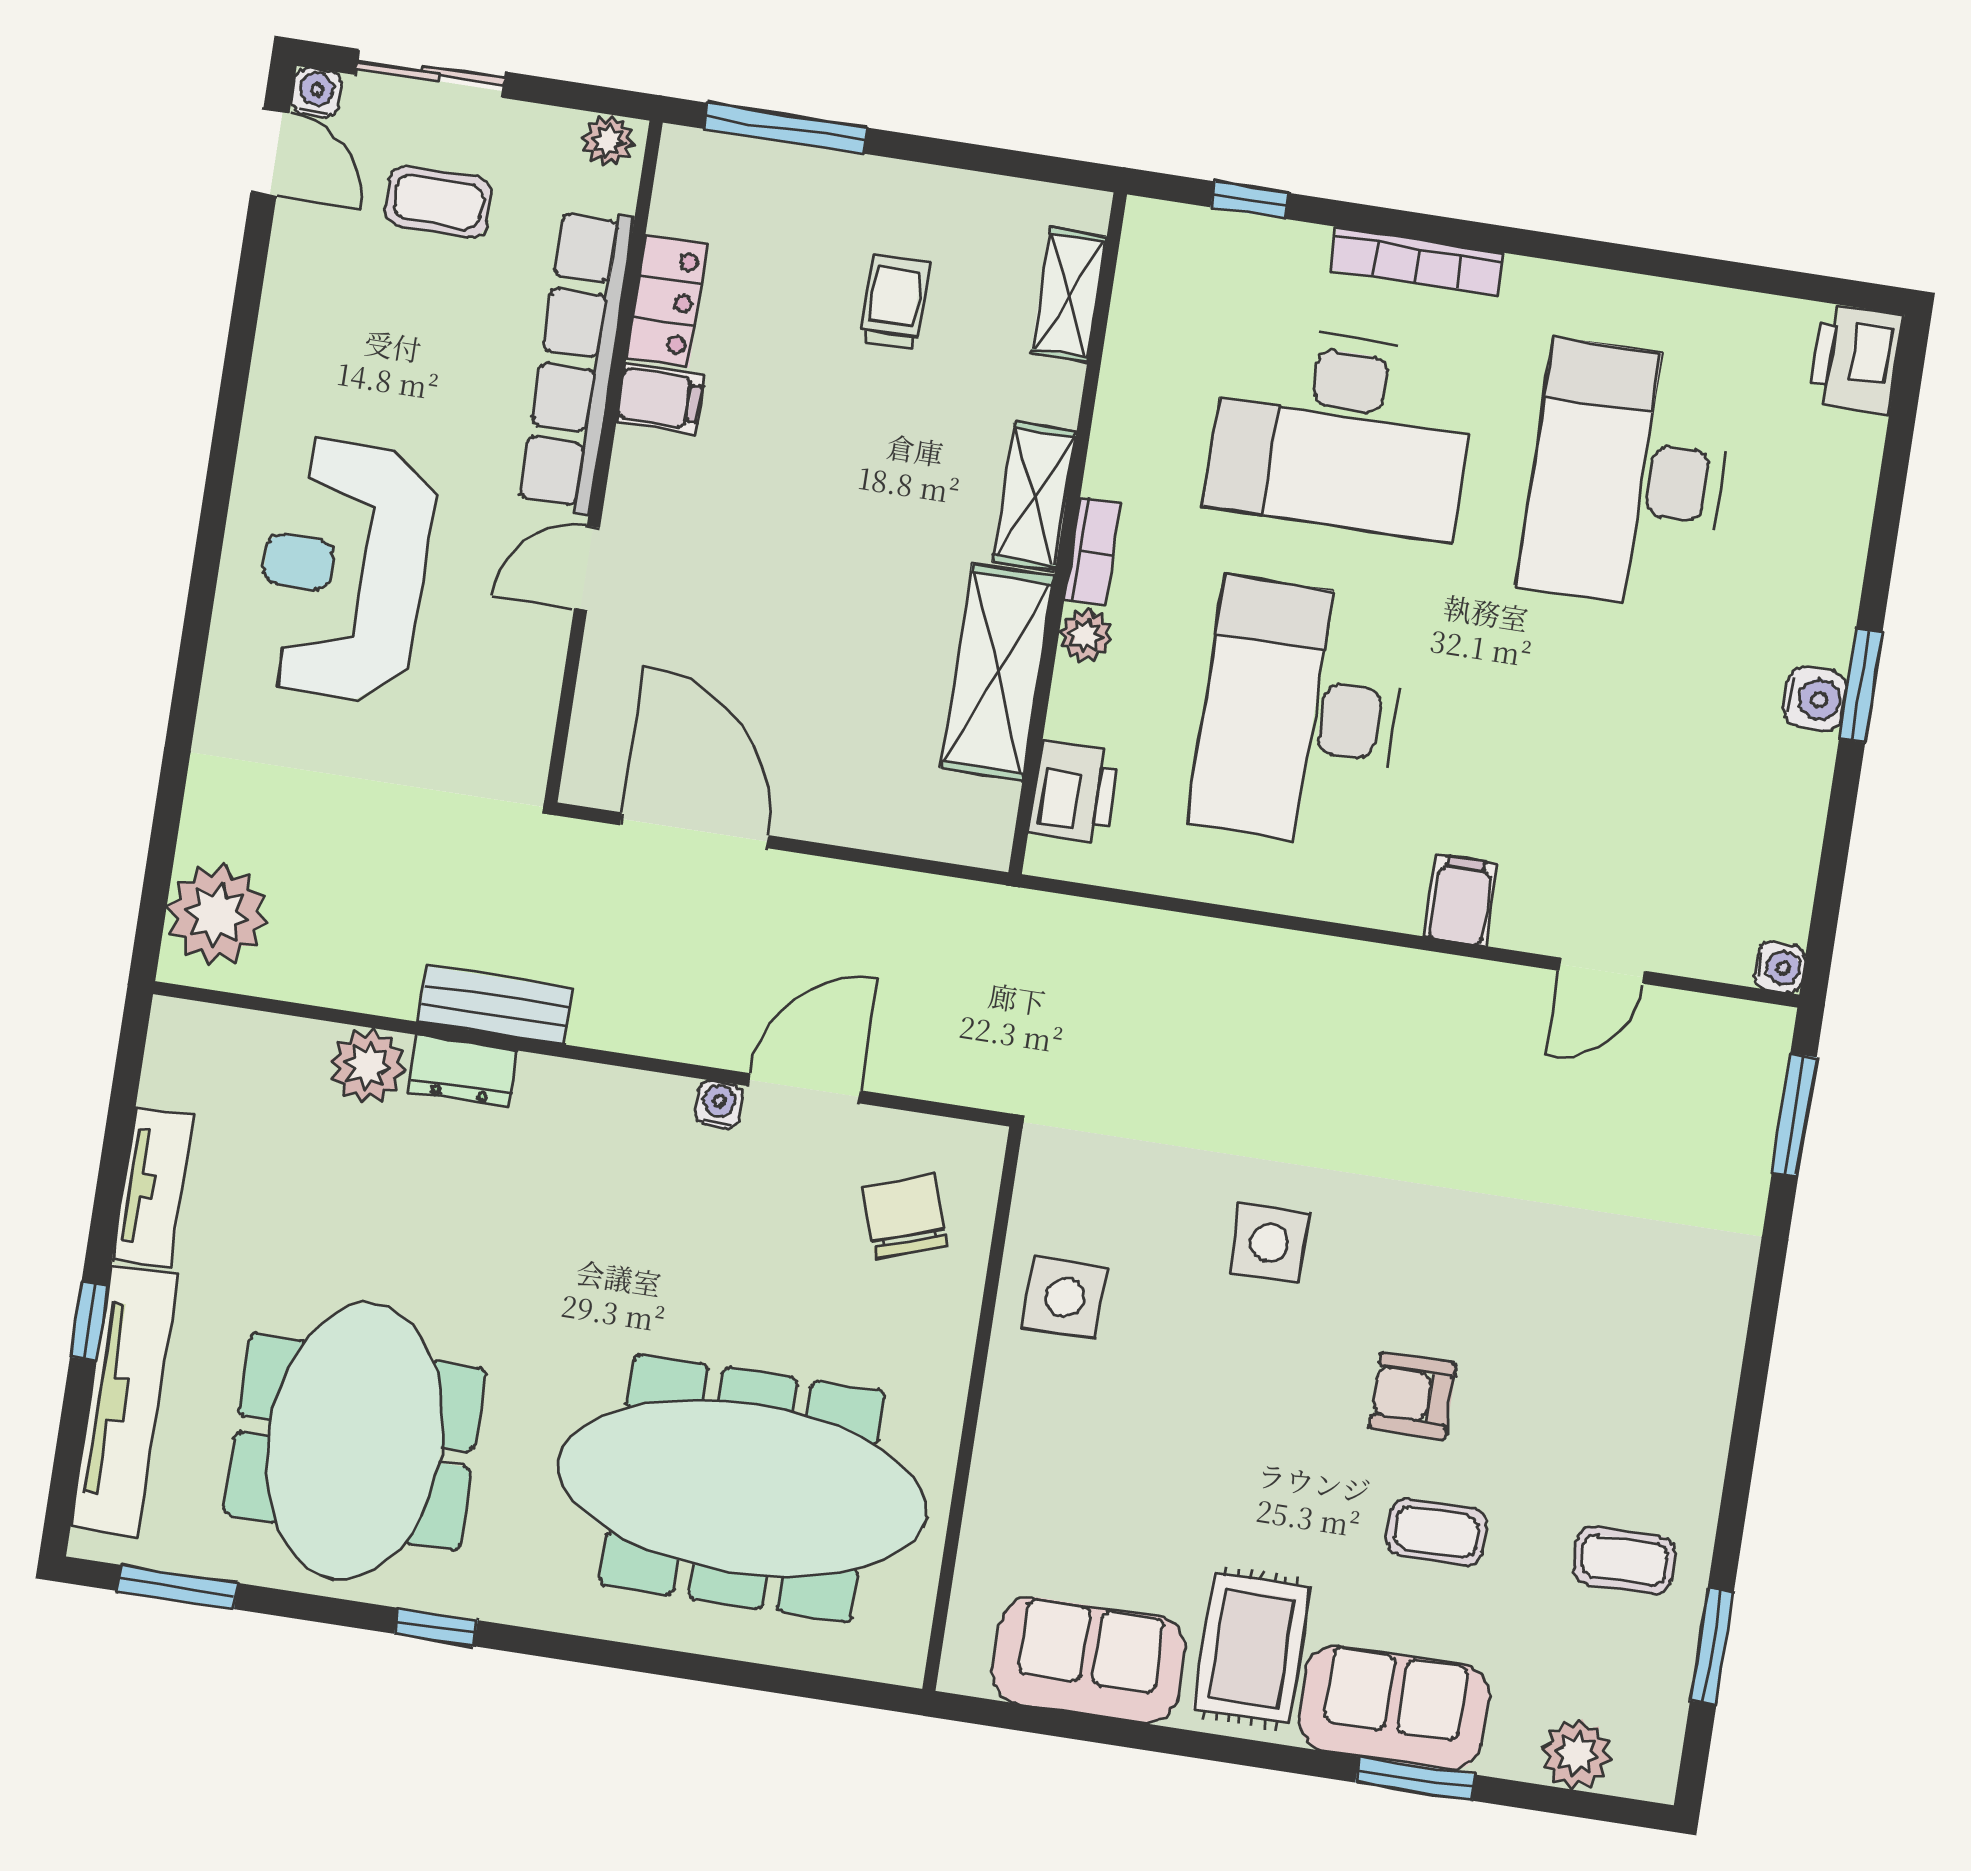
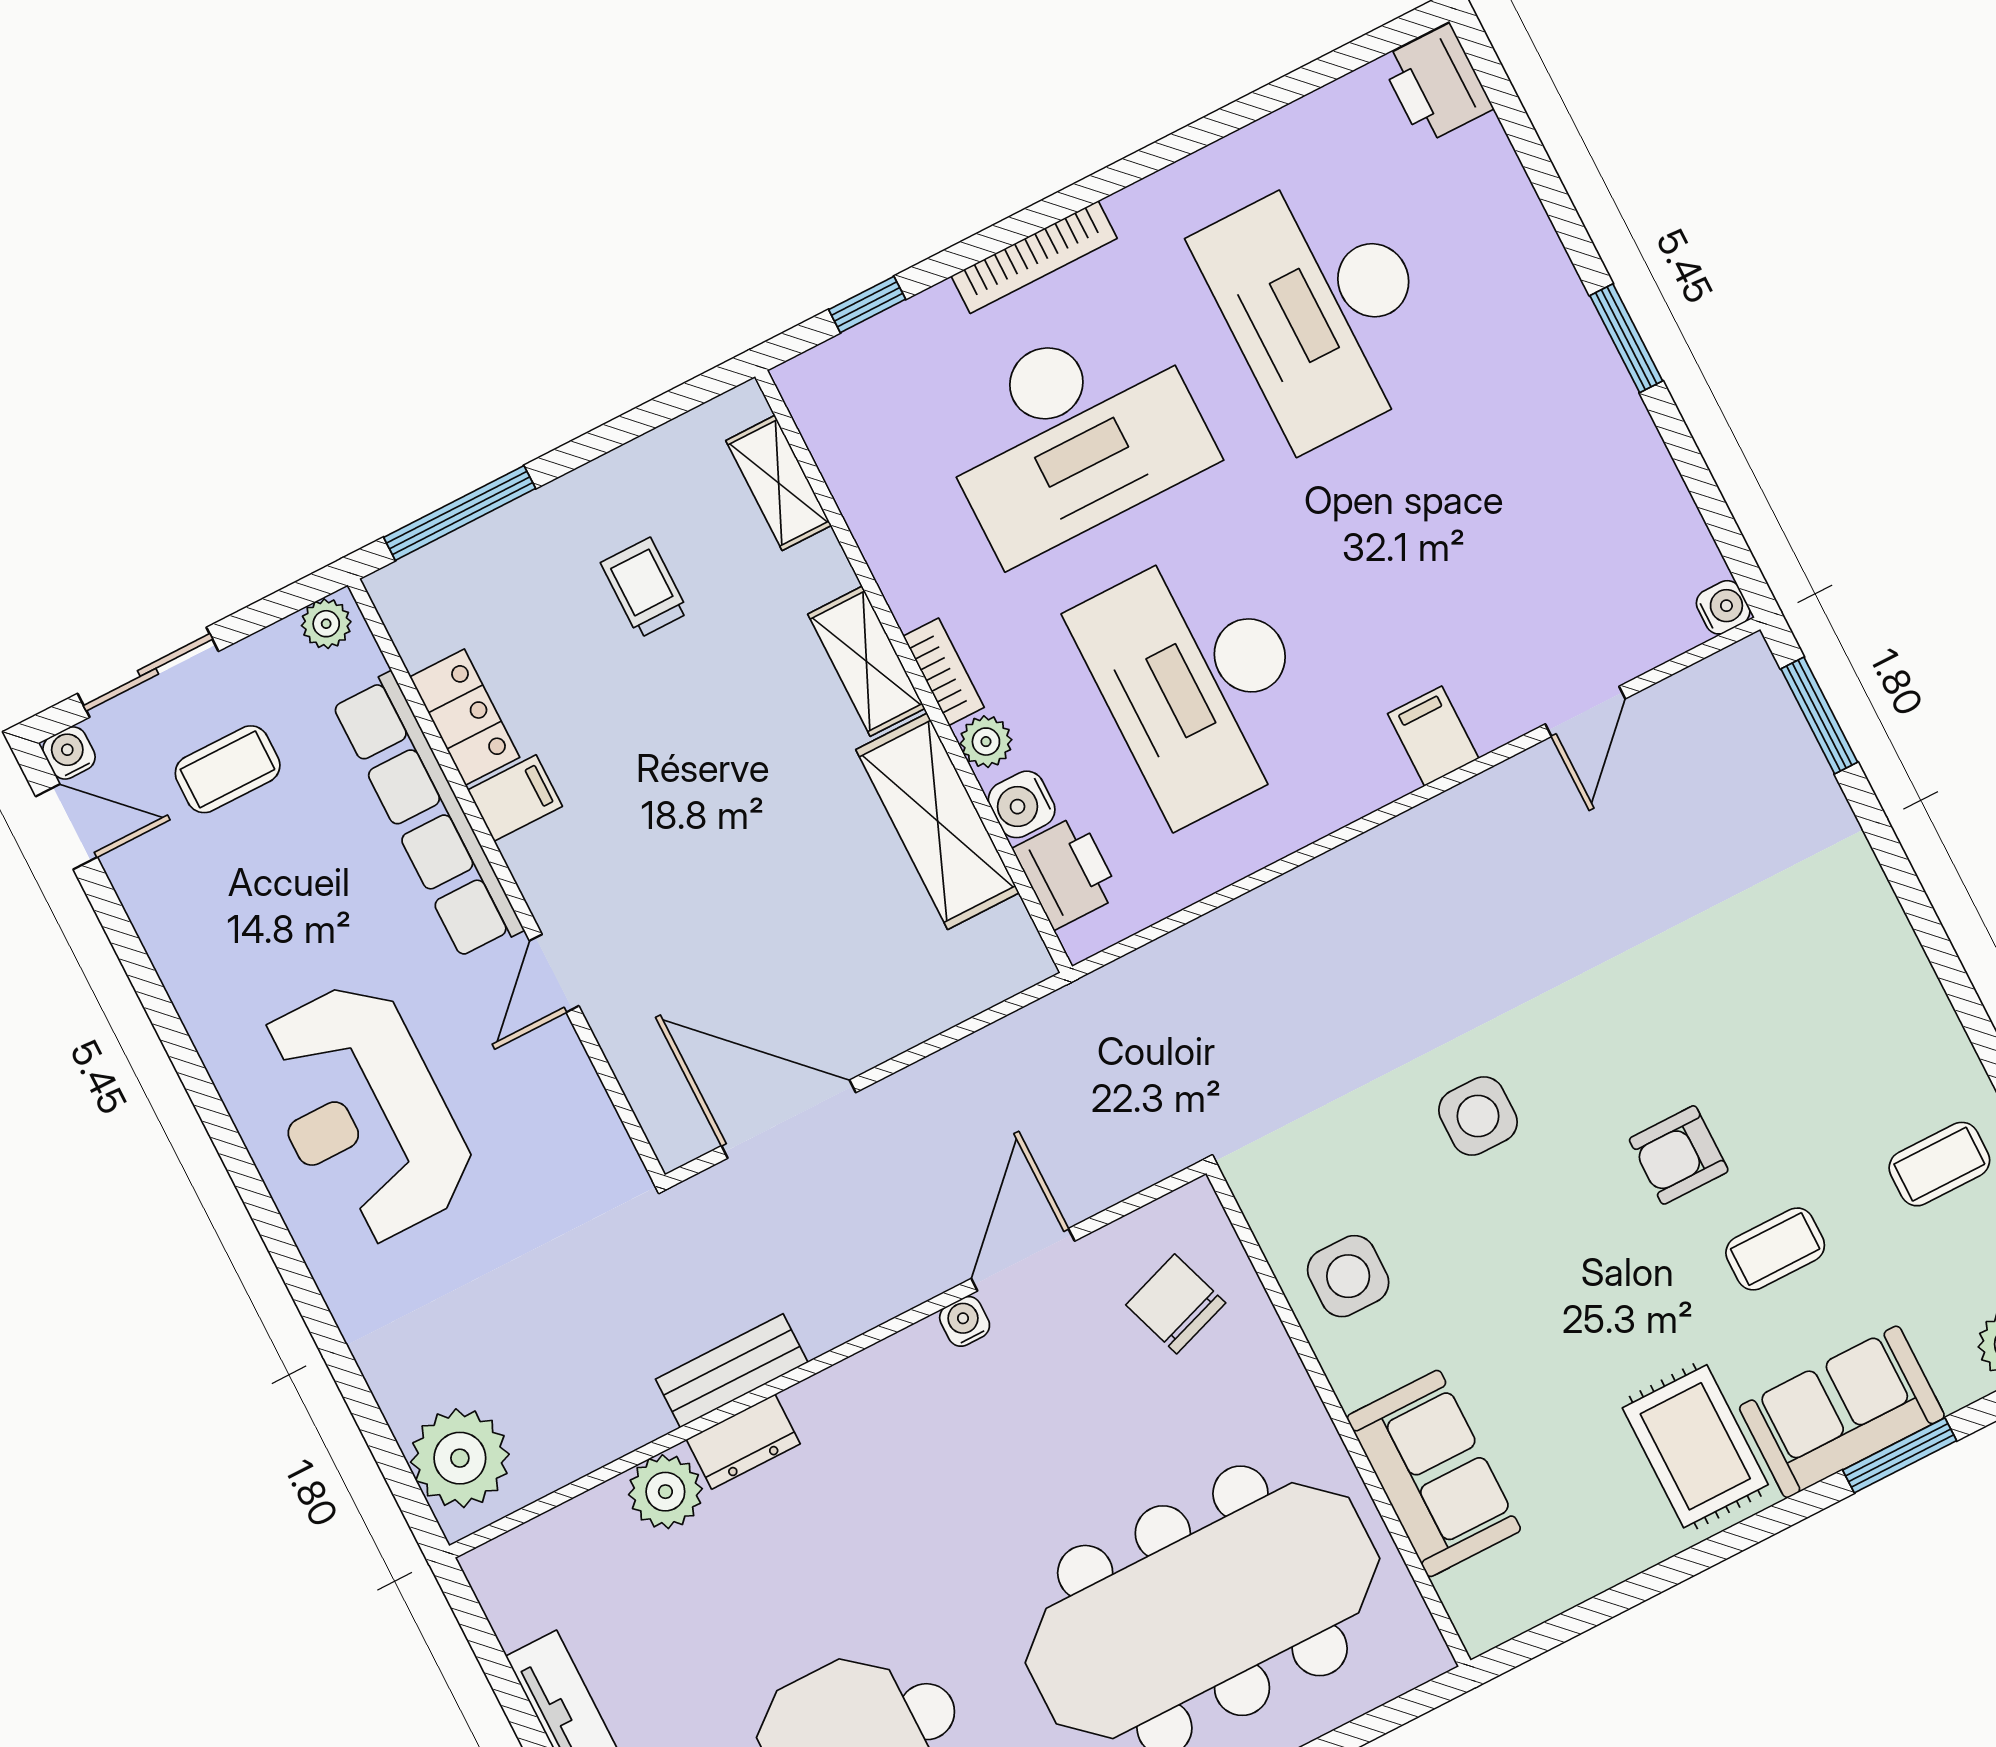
water cooler: (1815, 699) -> (1022, 804), moved, turned 180
sofa: (1089, 1660) -> (1434, 1473), moved, turned 90

